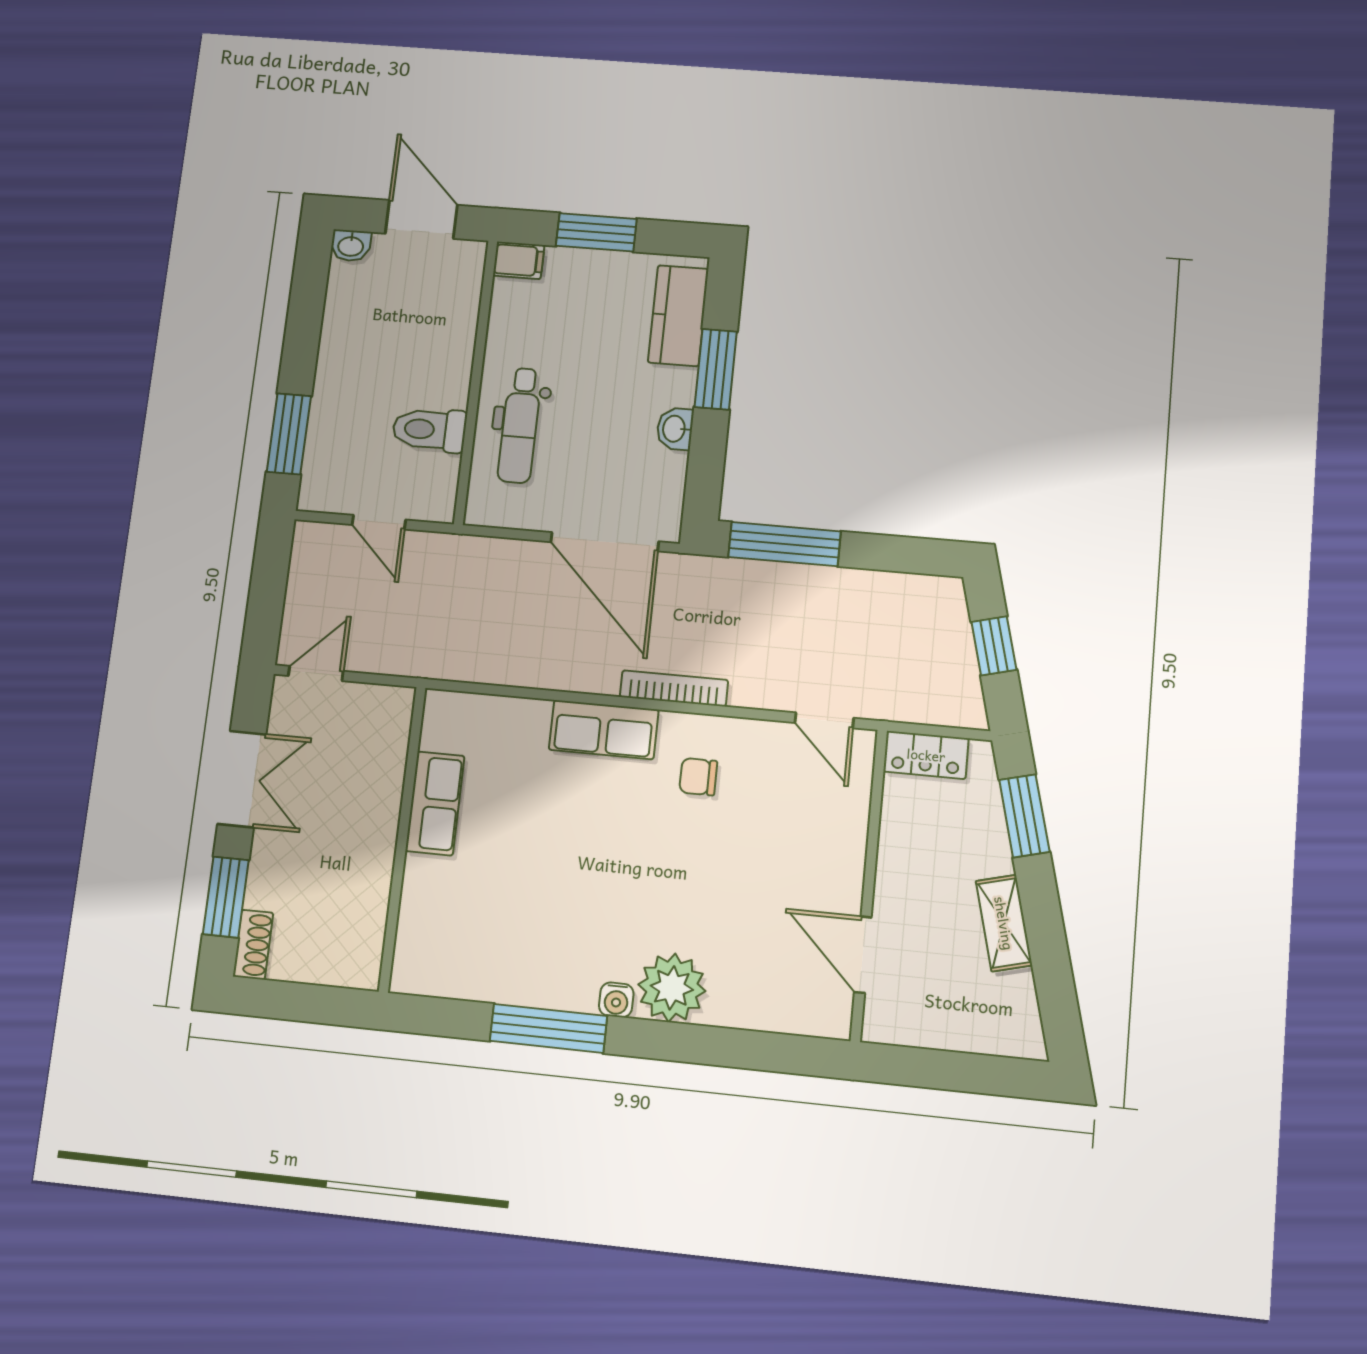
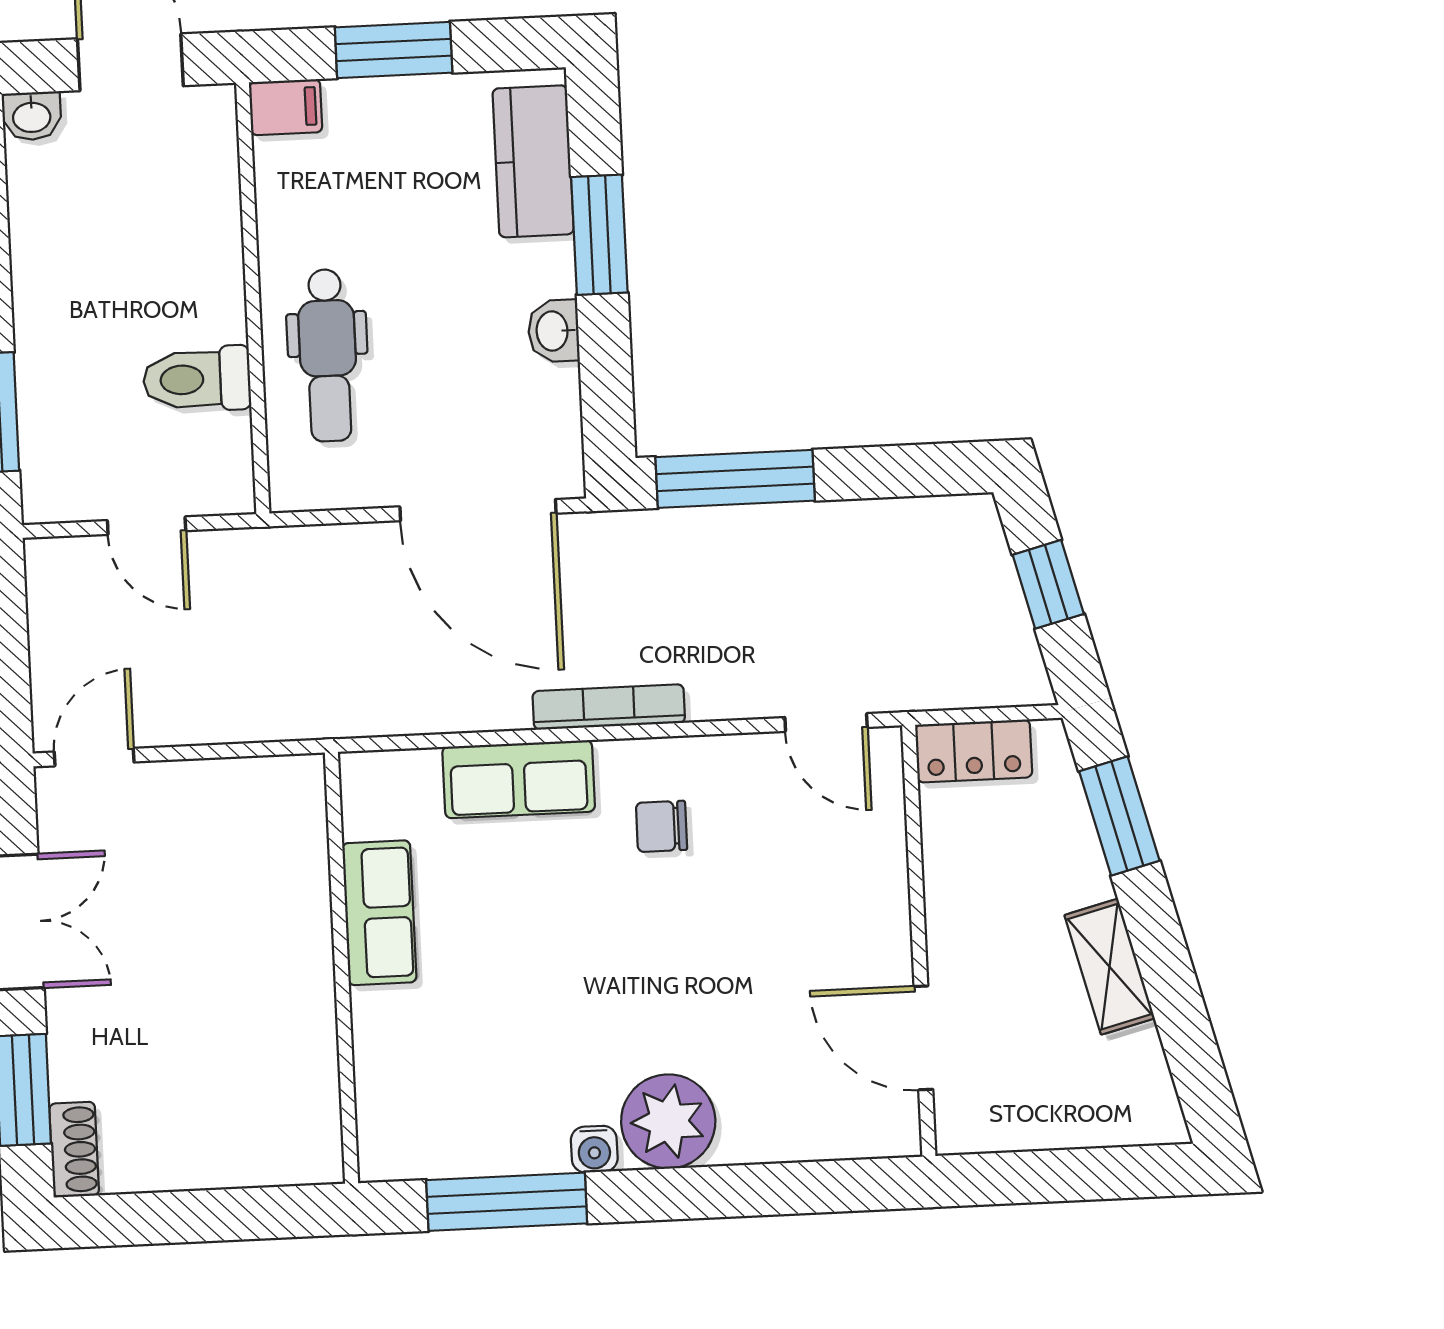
row of seats: (435, 803) -> (379, 913), moved
wall: (402, 838) -> (341, 968), moved

